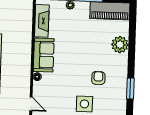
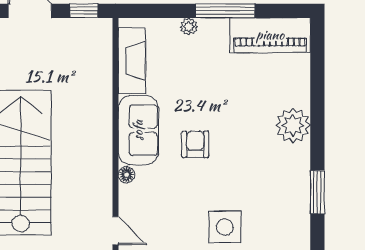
plant: (120, 45) -> (293, 125), moved
armchair: (98, 78) -> (195, 144), moved

